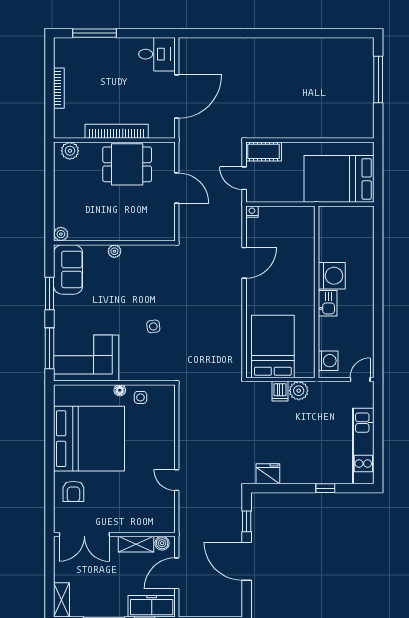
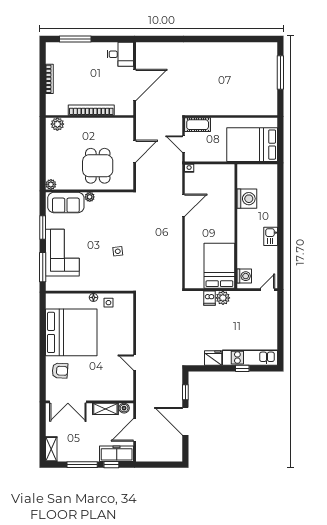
dining table: (127, 164) -> (98, 166), moved, turned 90
door: (177, 188) -> (135, 151), hinge flipped
sofa: (68, 269) -> (66, 202), moved, turned 90
washing machine: (332, 276) -> (247, 199), moved
kitchen sink: (328, 303) -> (271, 236), moved, turned 180
bed: (273, 346) -> (219, 266), moved
corner sofa: (86, 358) -> (62, 253), moved, turned 90
kitchen unit: (363, 446) -> (250, 358), moved, turned 90
fridge: (268, 474) -> (213, 358), moved
armchair: (73, 491) -> (60, 371), turned -87

